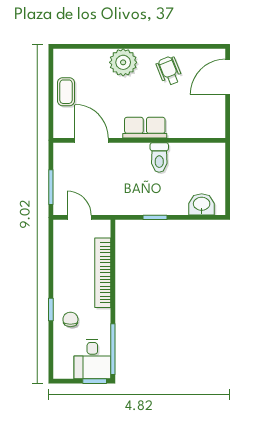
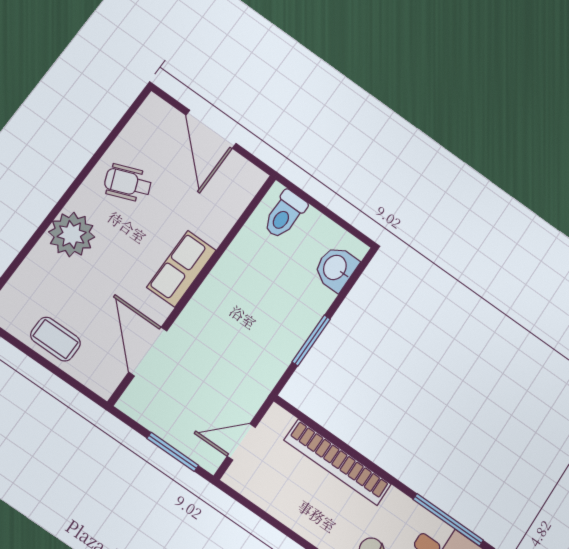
door: (228, 77) -> (211, 129), moved
door: (92, 140) -> (148, 351), hinge flipped
toilet: (159, 157) -> (285, 215), moved, turned 90
window: (155, 217) -> (311, 340), width x1.50

